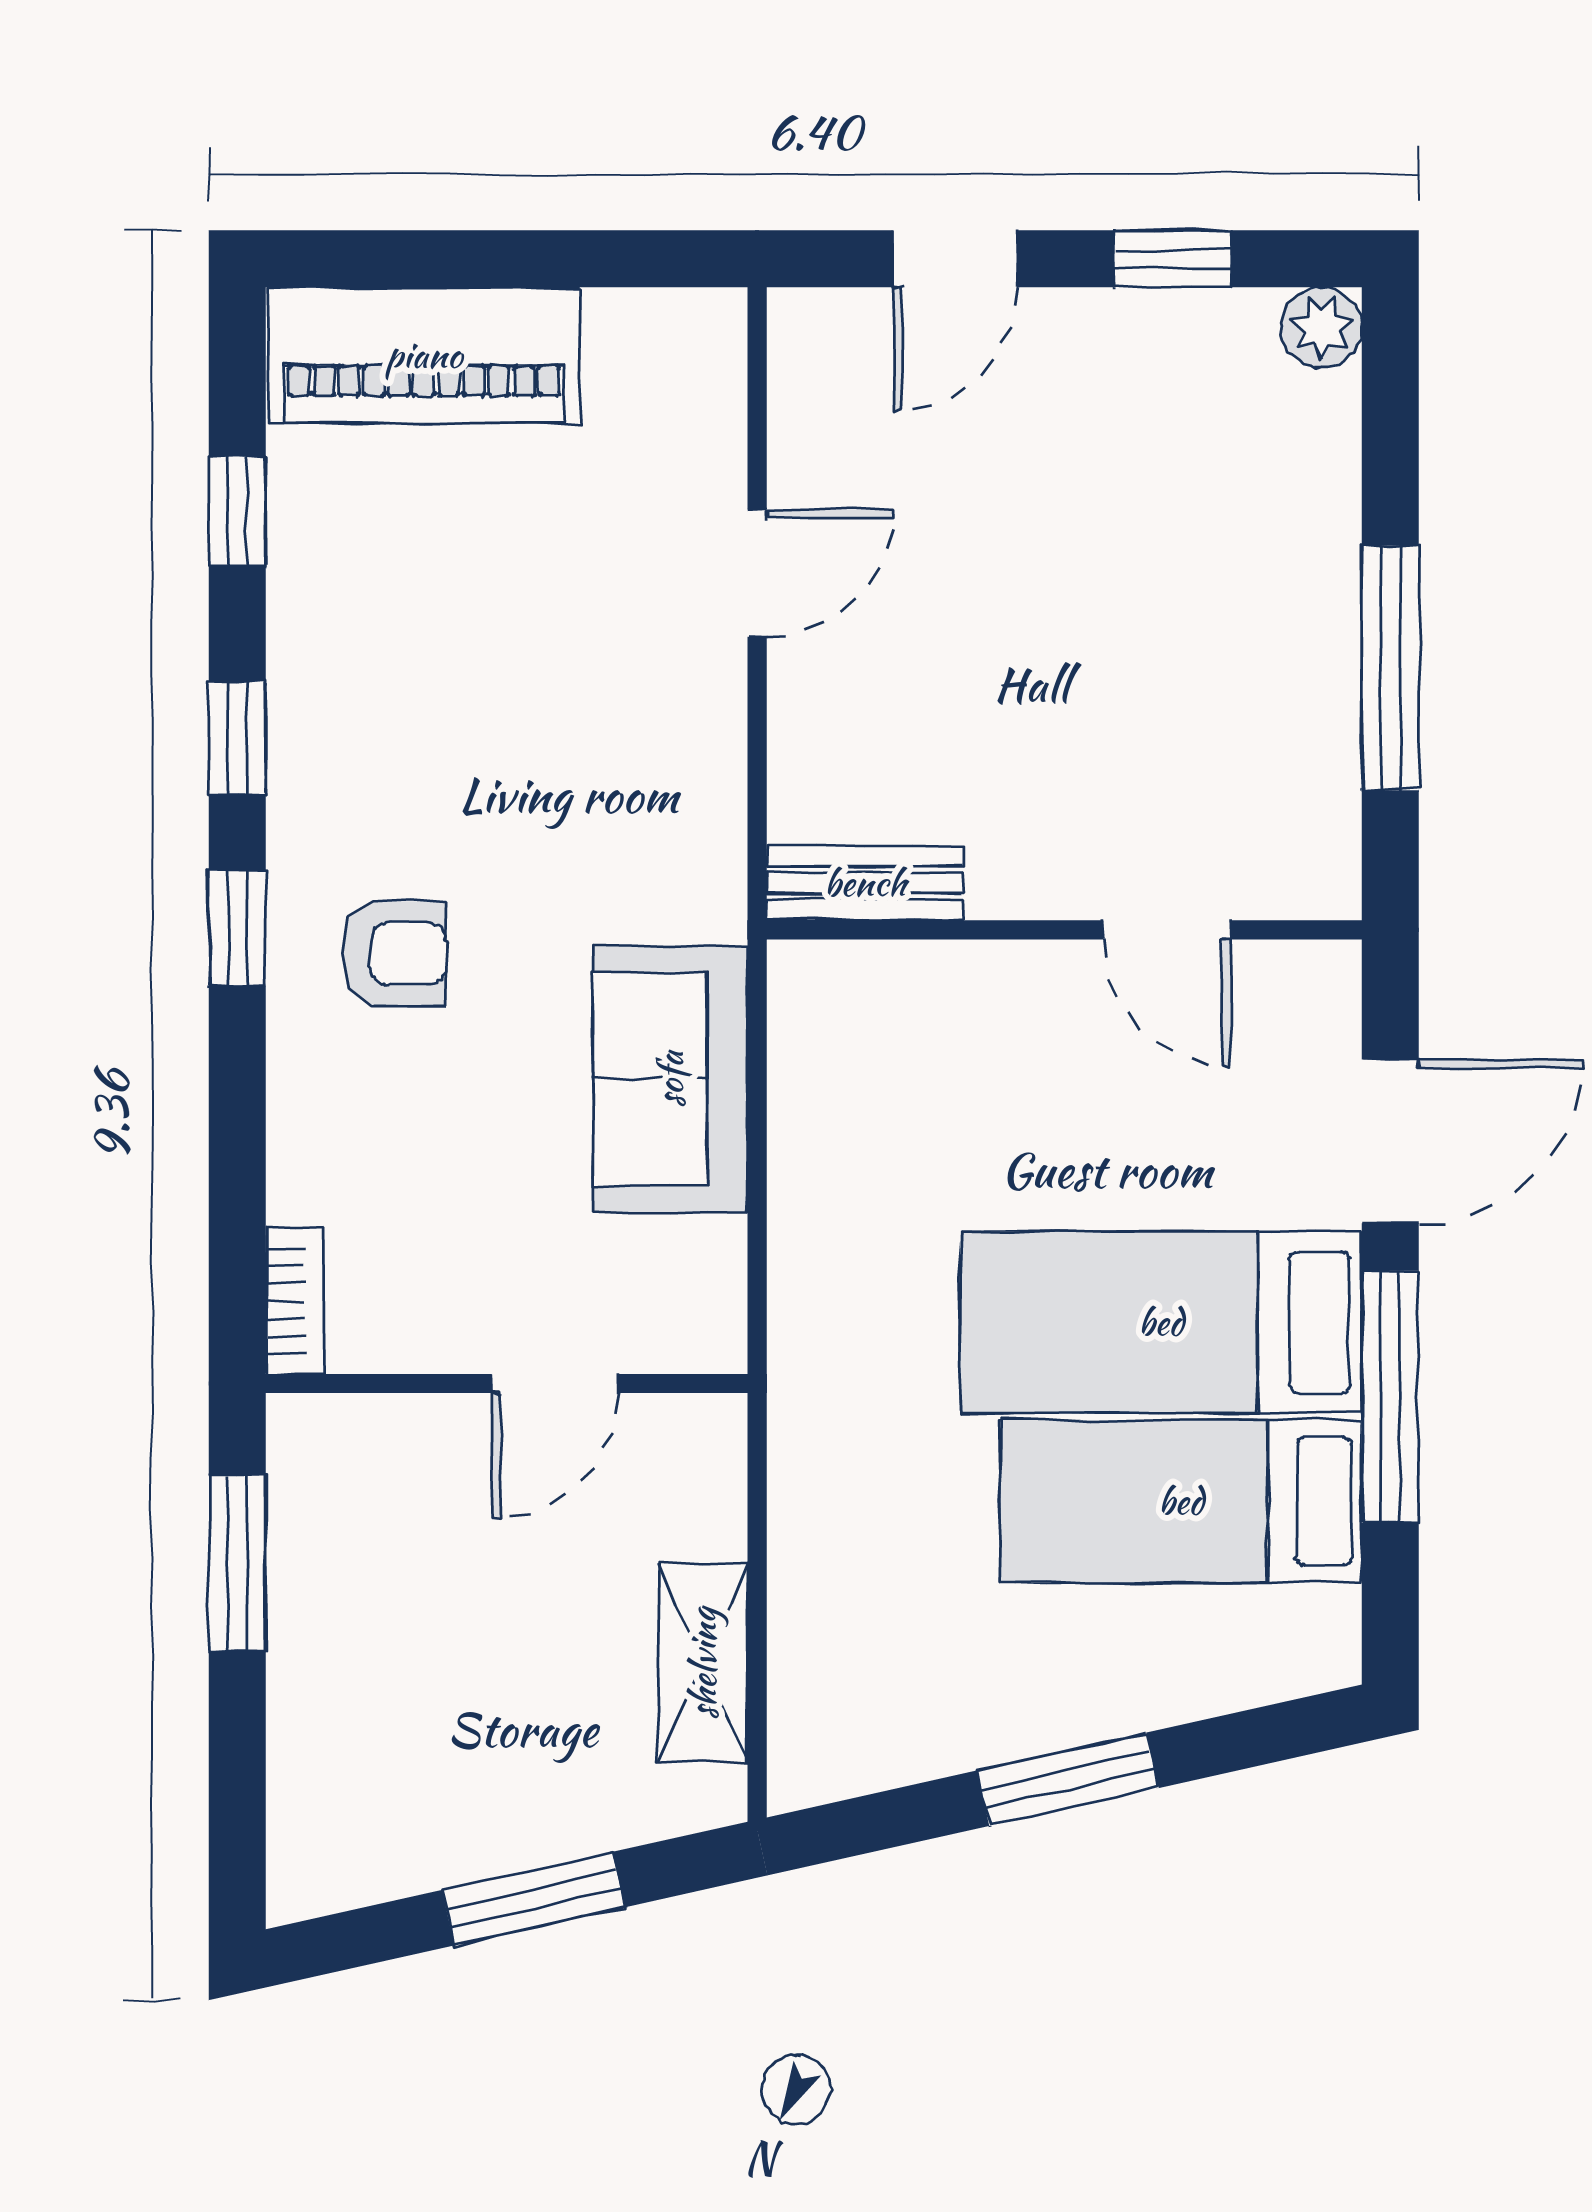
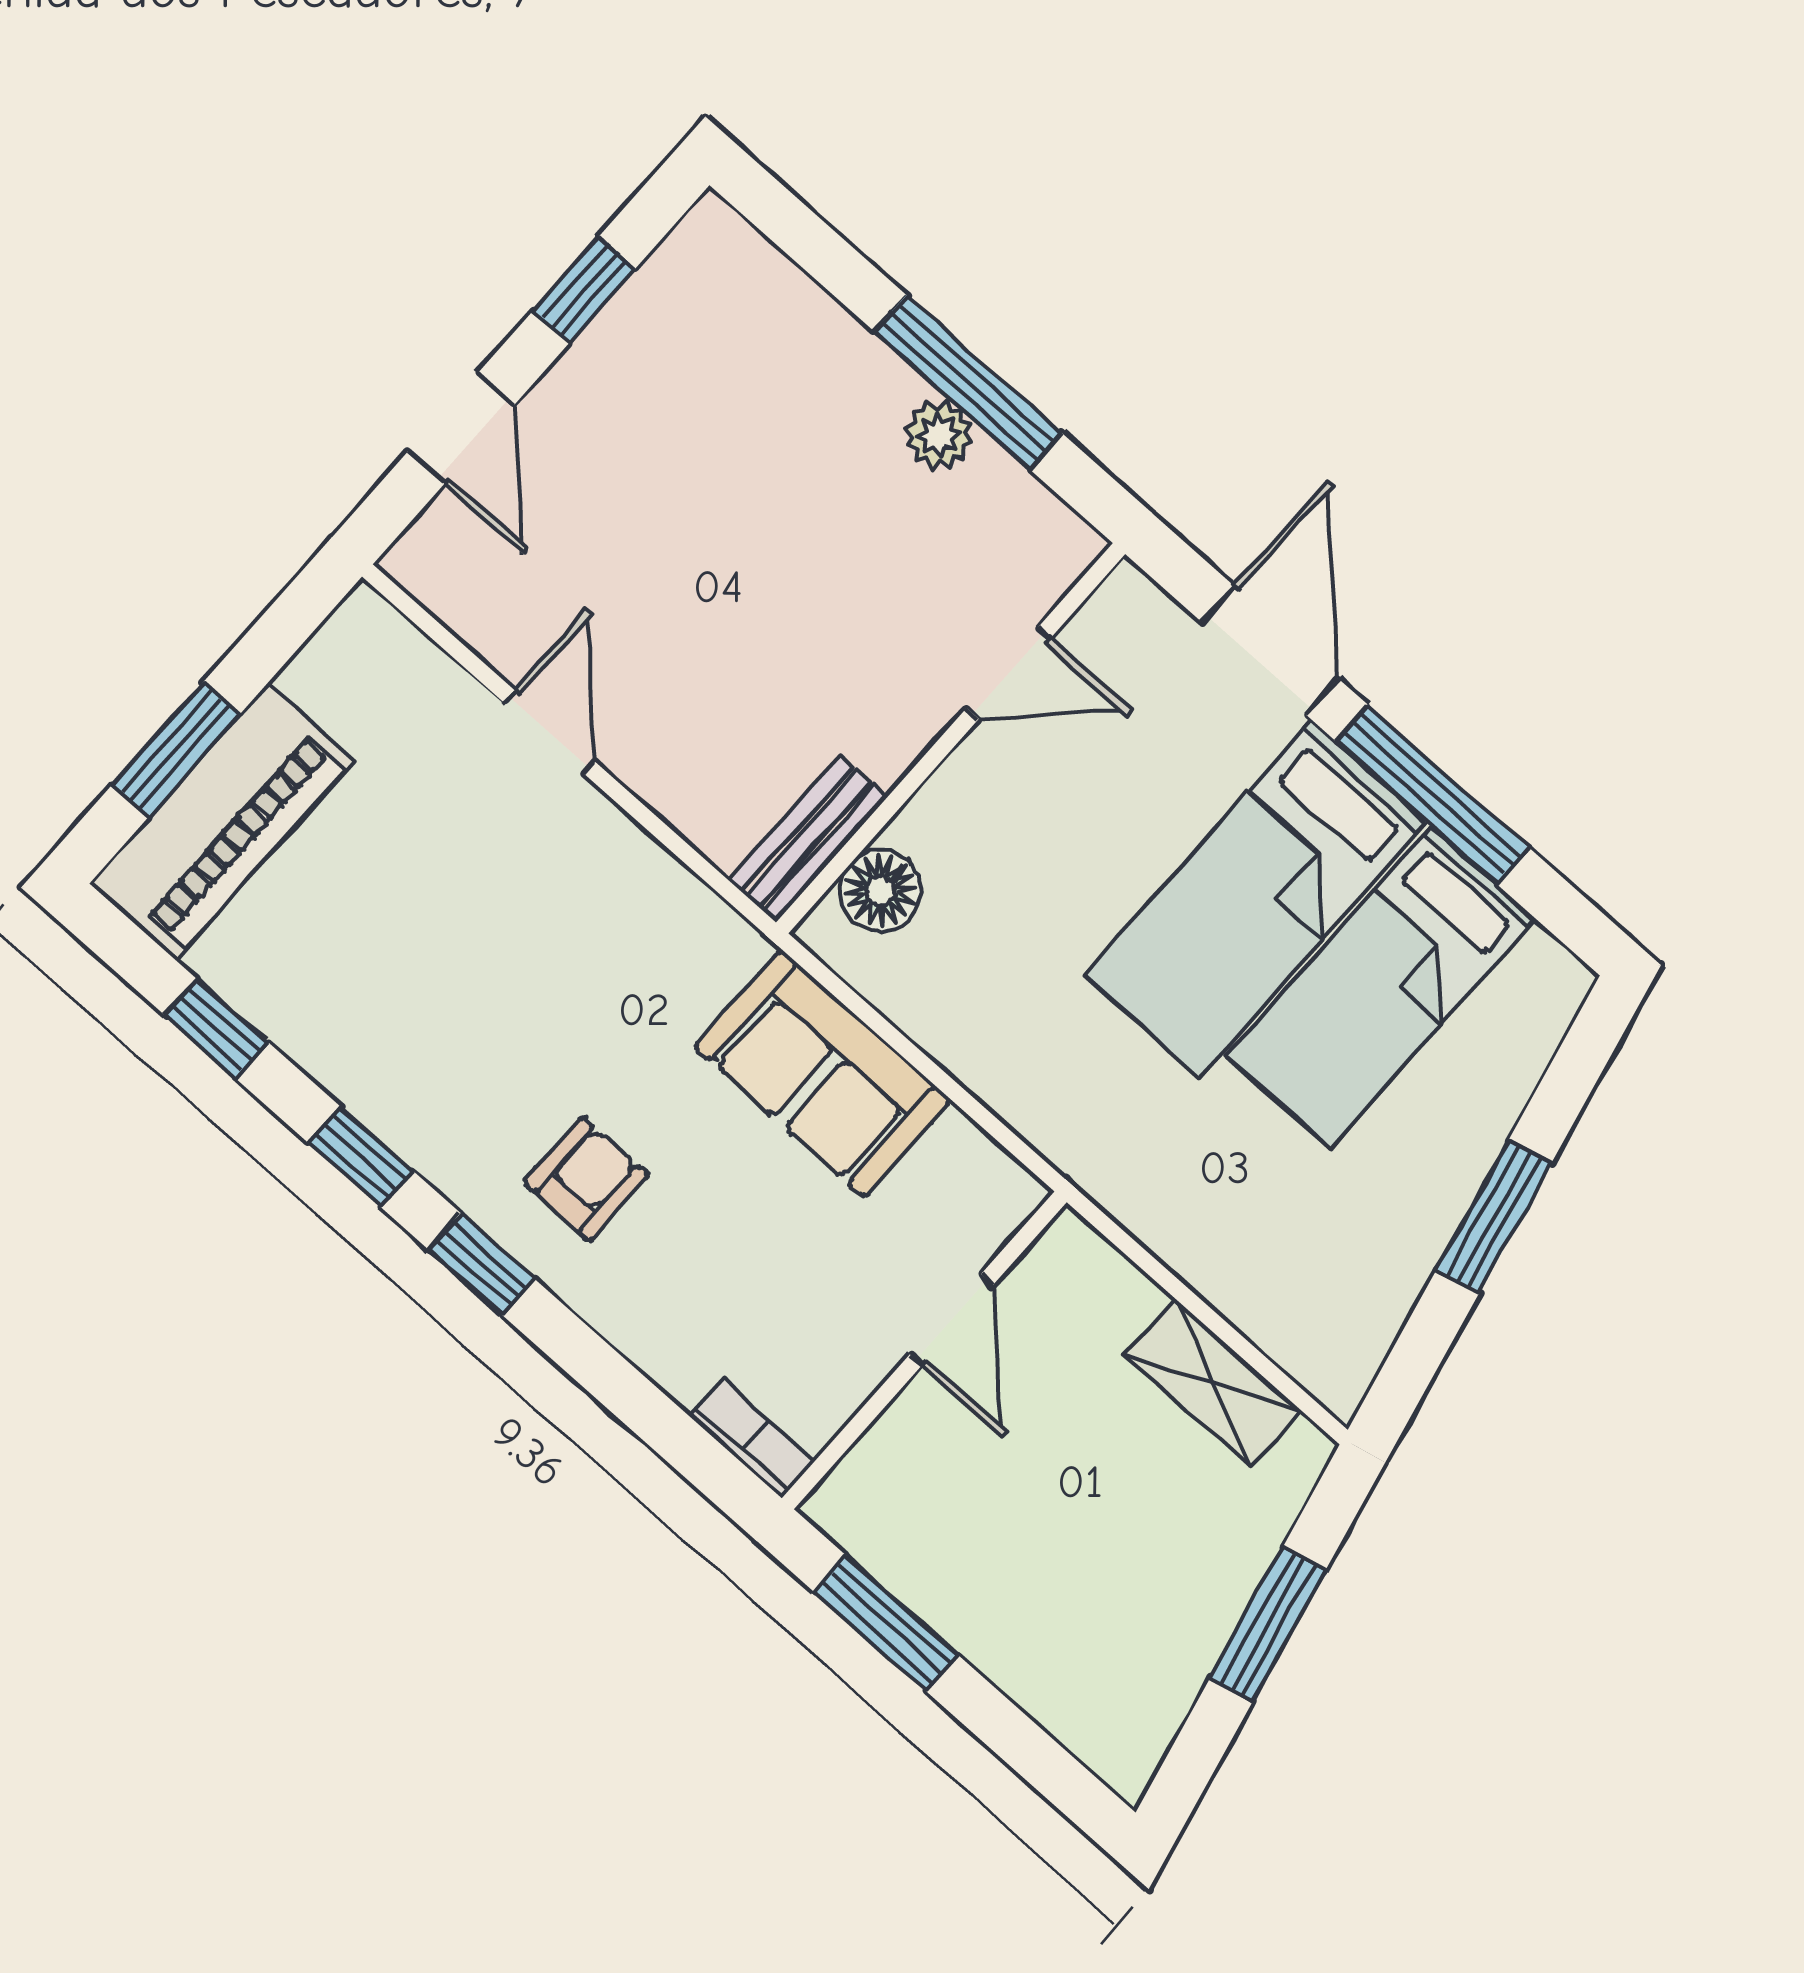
window: (451, 259) -> (176, 750), added
plant: (1322, 327) -> (939, 435), moved
floor lamp: (876, 987) -> (880, 891), added

